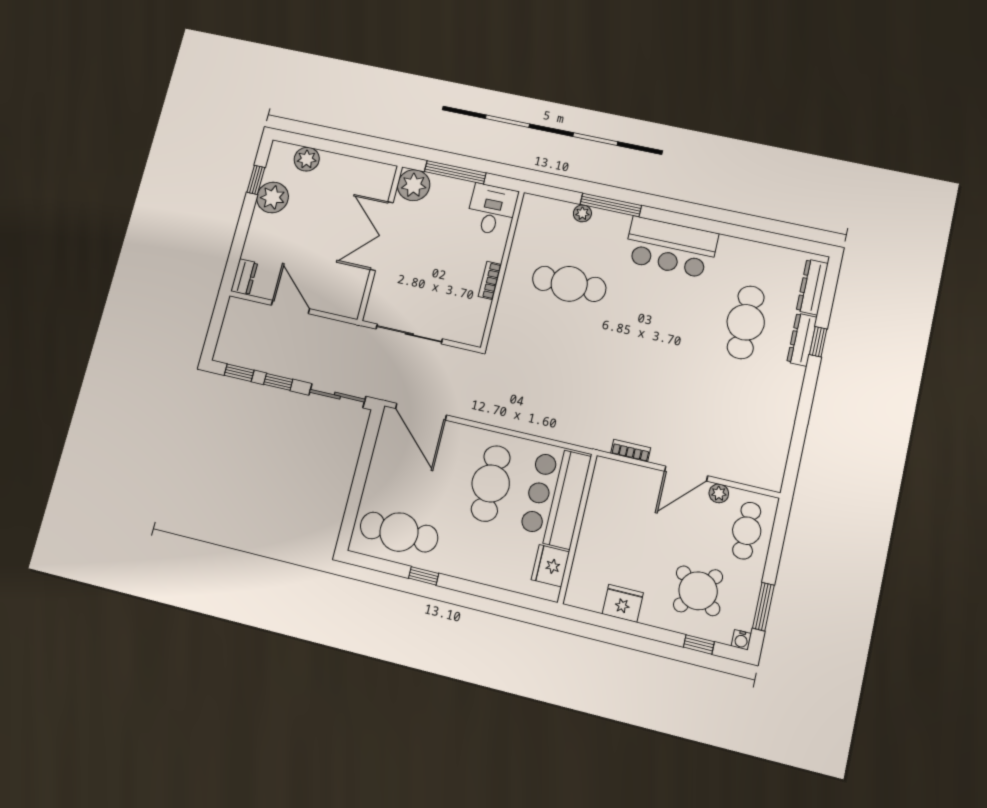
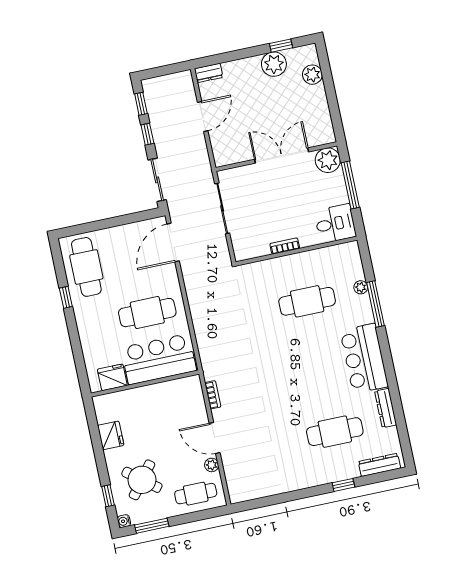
cafe table: (569, 284) -> (307, 301), turned 90
dresser: (802, 340) -> (386, 408), moved, turned -90

